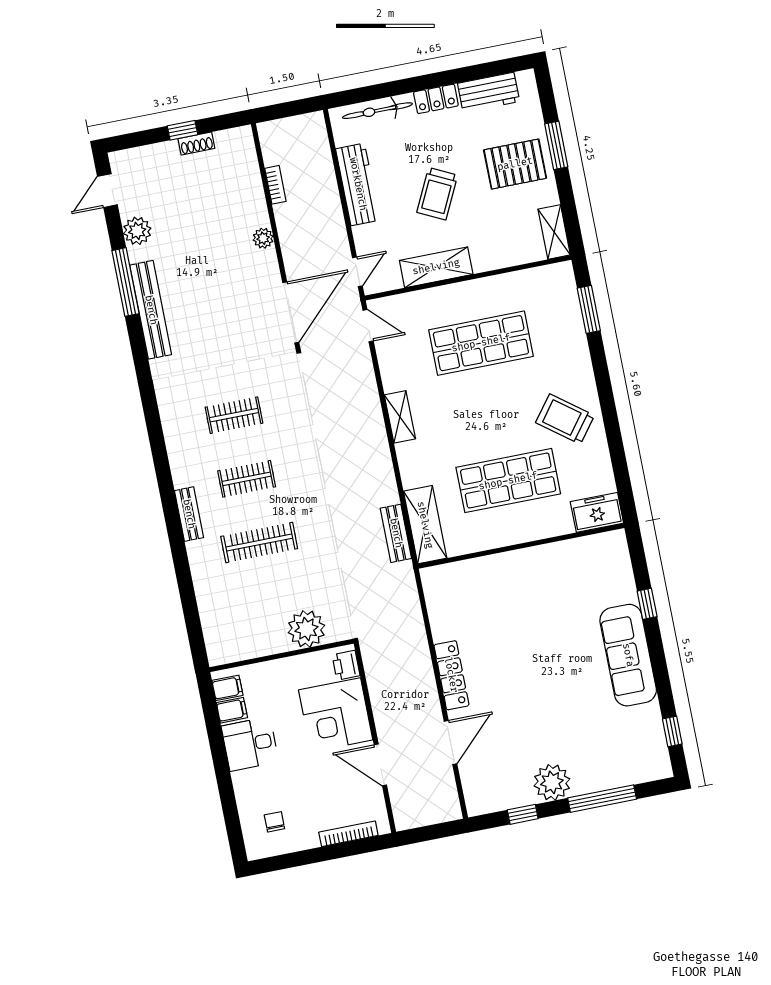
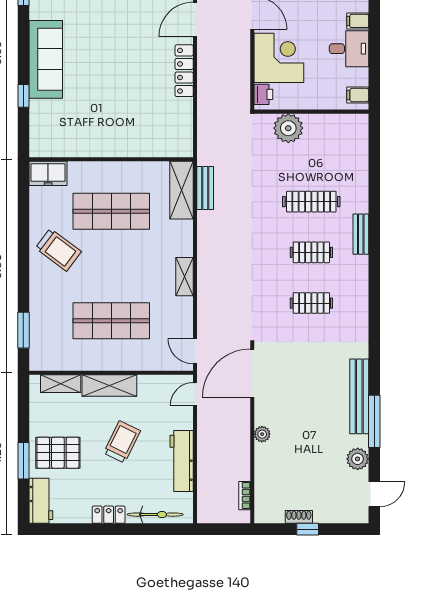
workbench: (489, 92) -> (41, 501), moved, turned 90
bookcase: (275, 185) -> (245, 496), moved
shelving: (554, 232) -> (61, 384), moved, turned 90
shelving: (436, 267) -> (109, 386), moved
filing cabinet: (232, 710) -> (358, 21), moved

